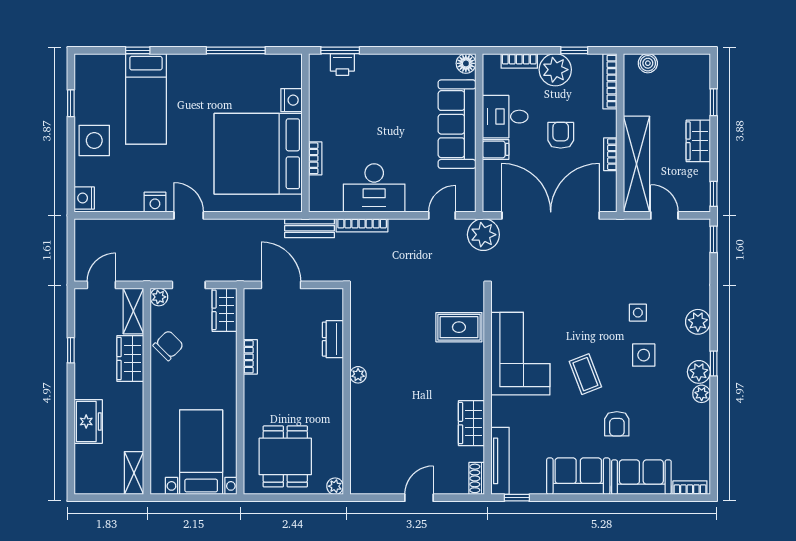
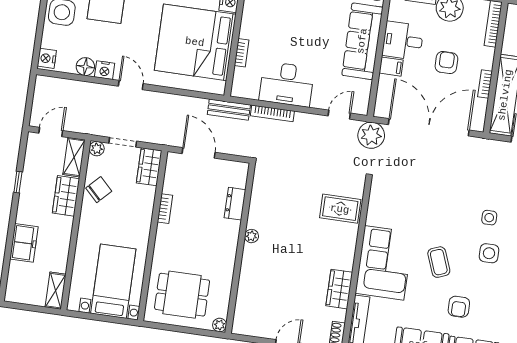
floor lamp: (131, 201) -> (85, 67), added
corner sofa: (520, 354) -> (384, 263), moved
dining table: (285, 456) -> (182, 295), turned 90

